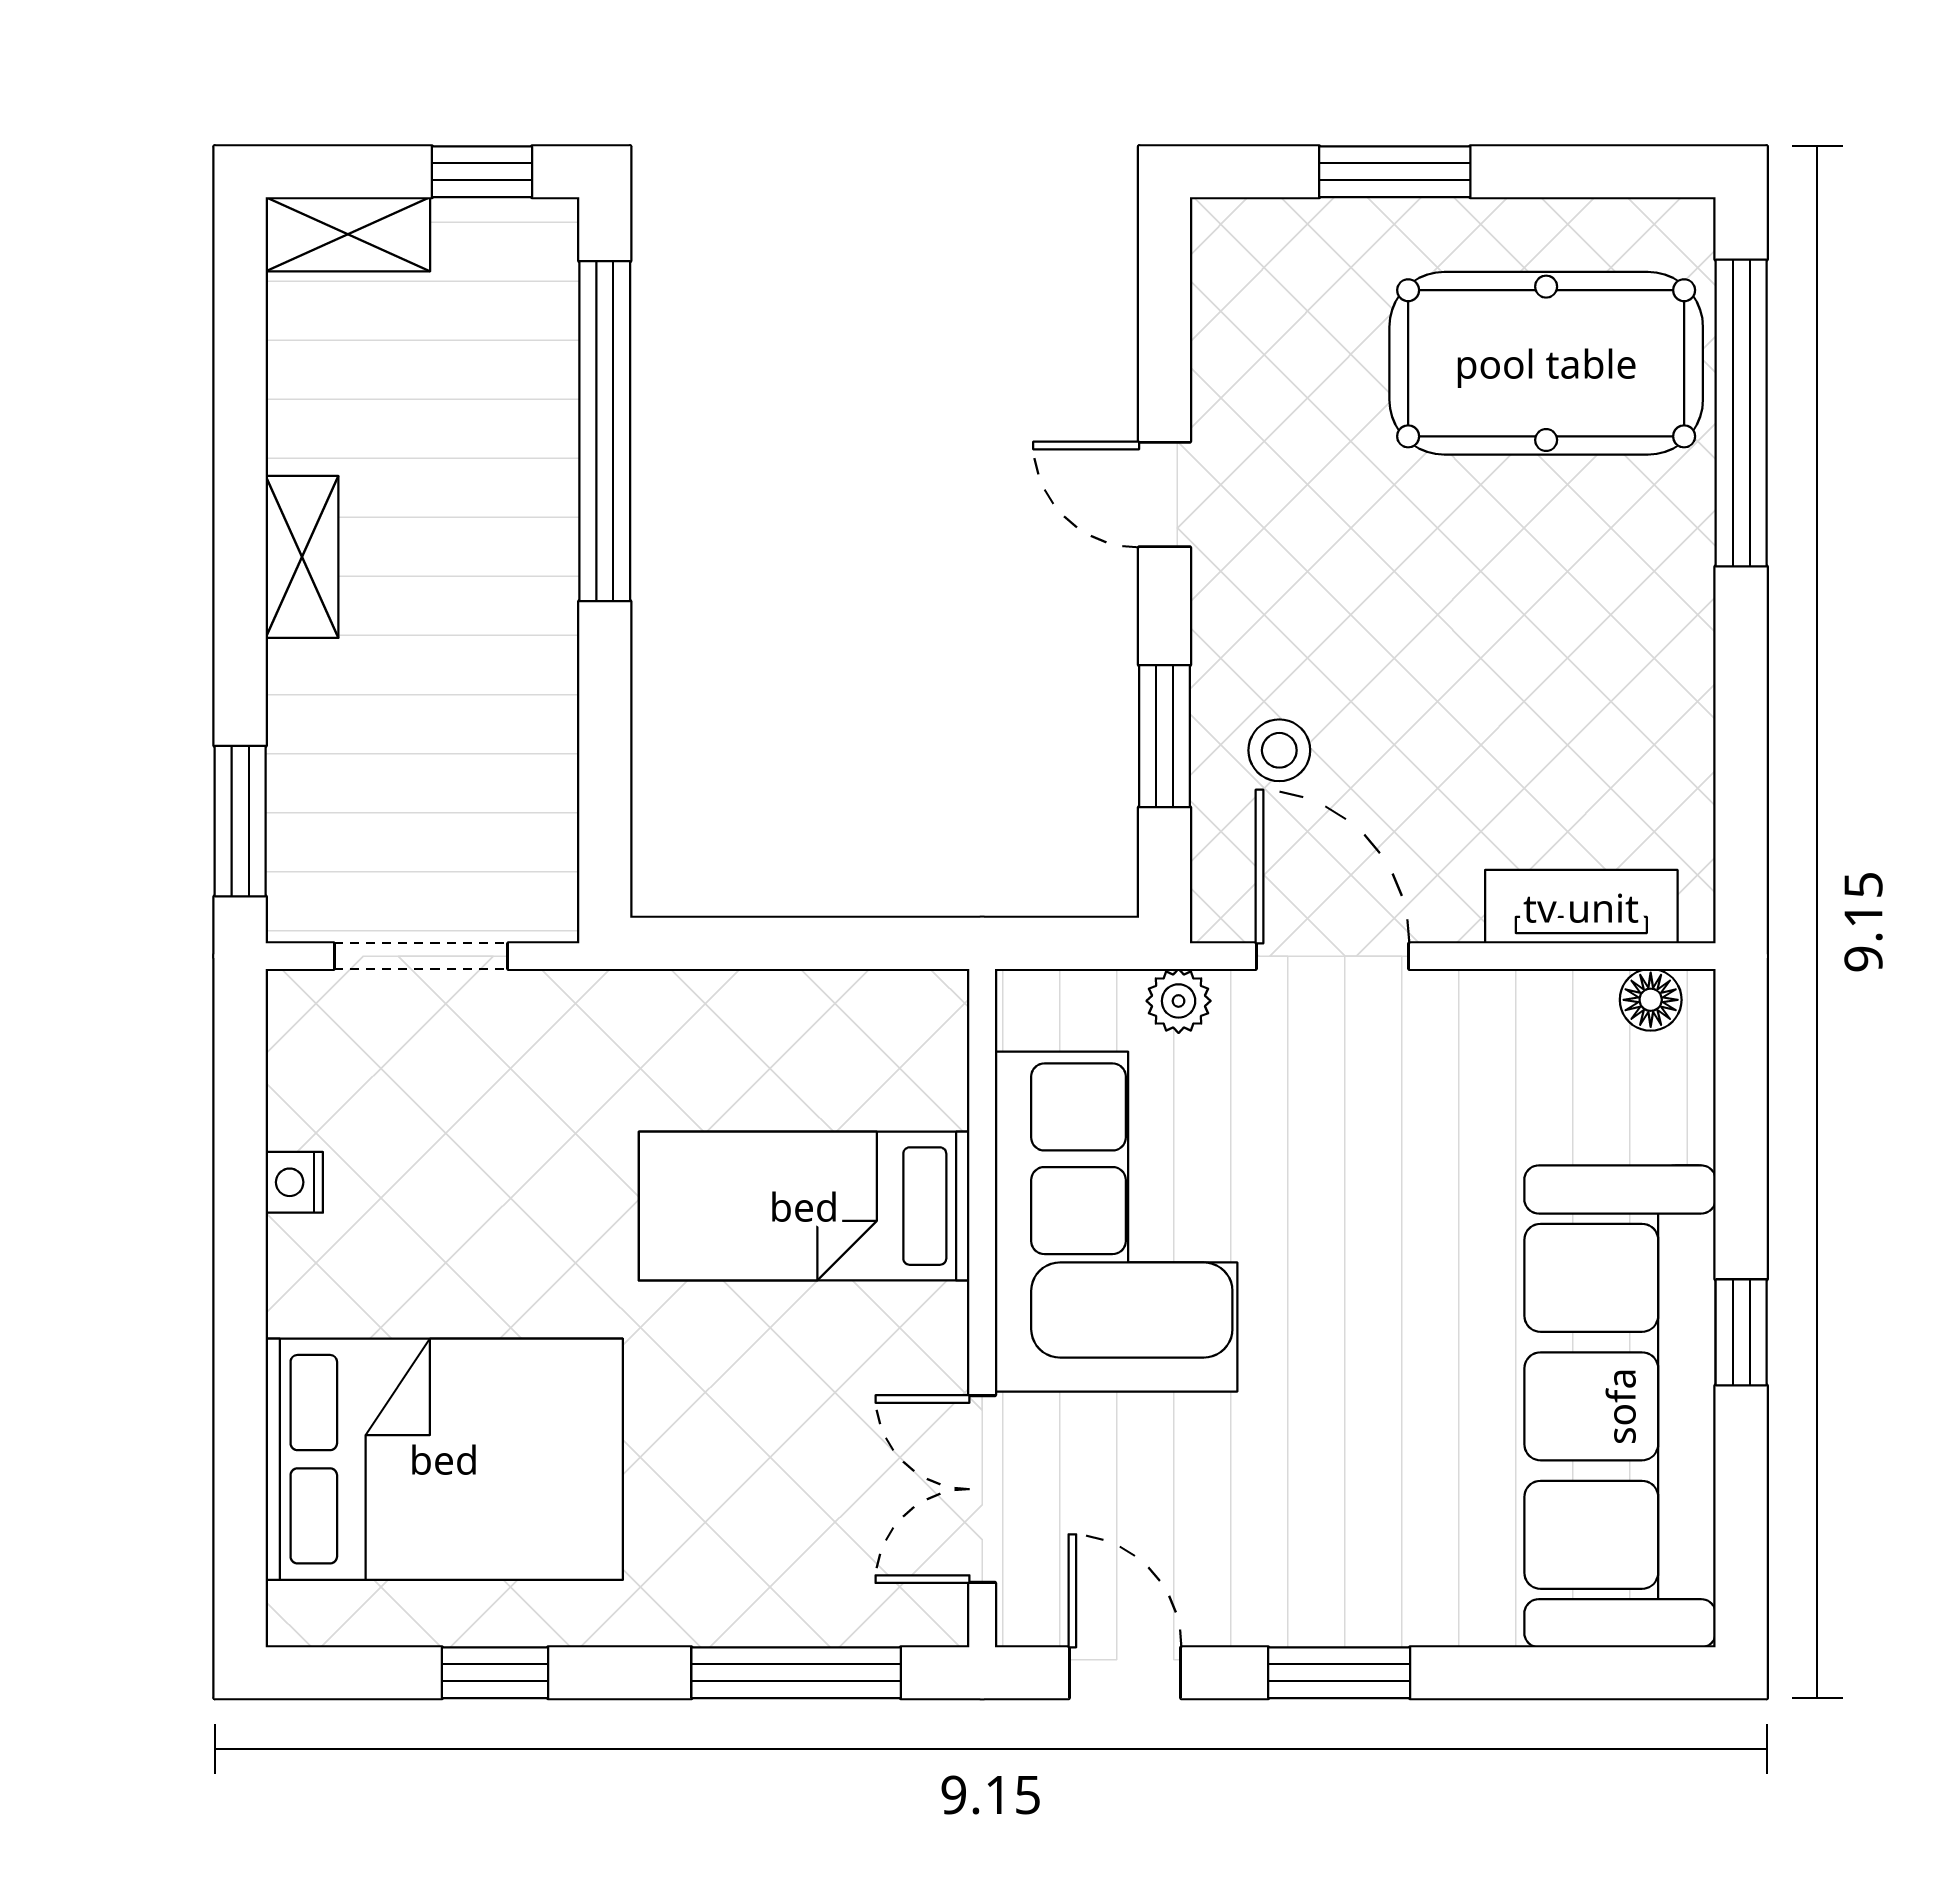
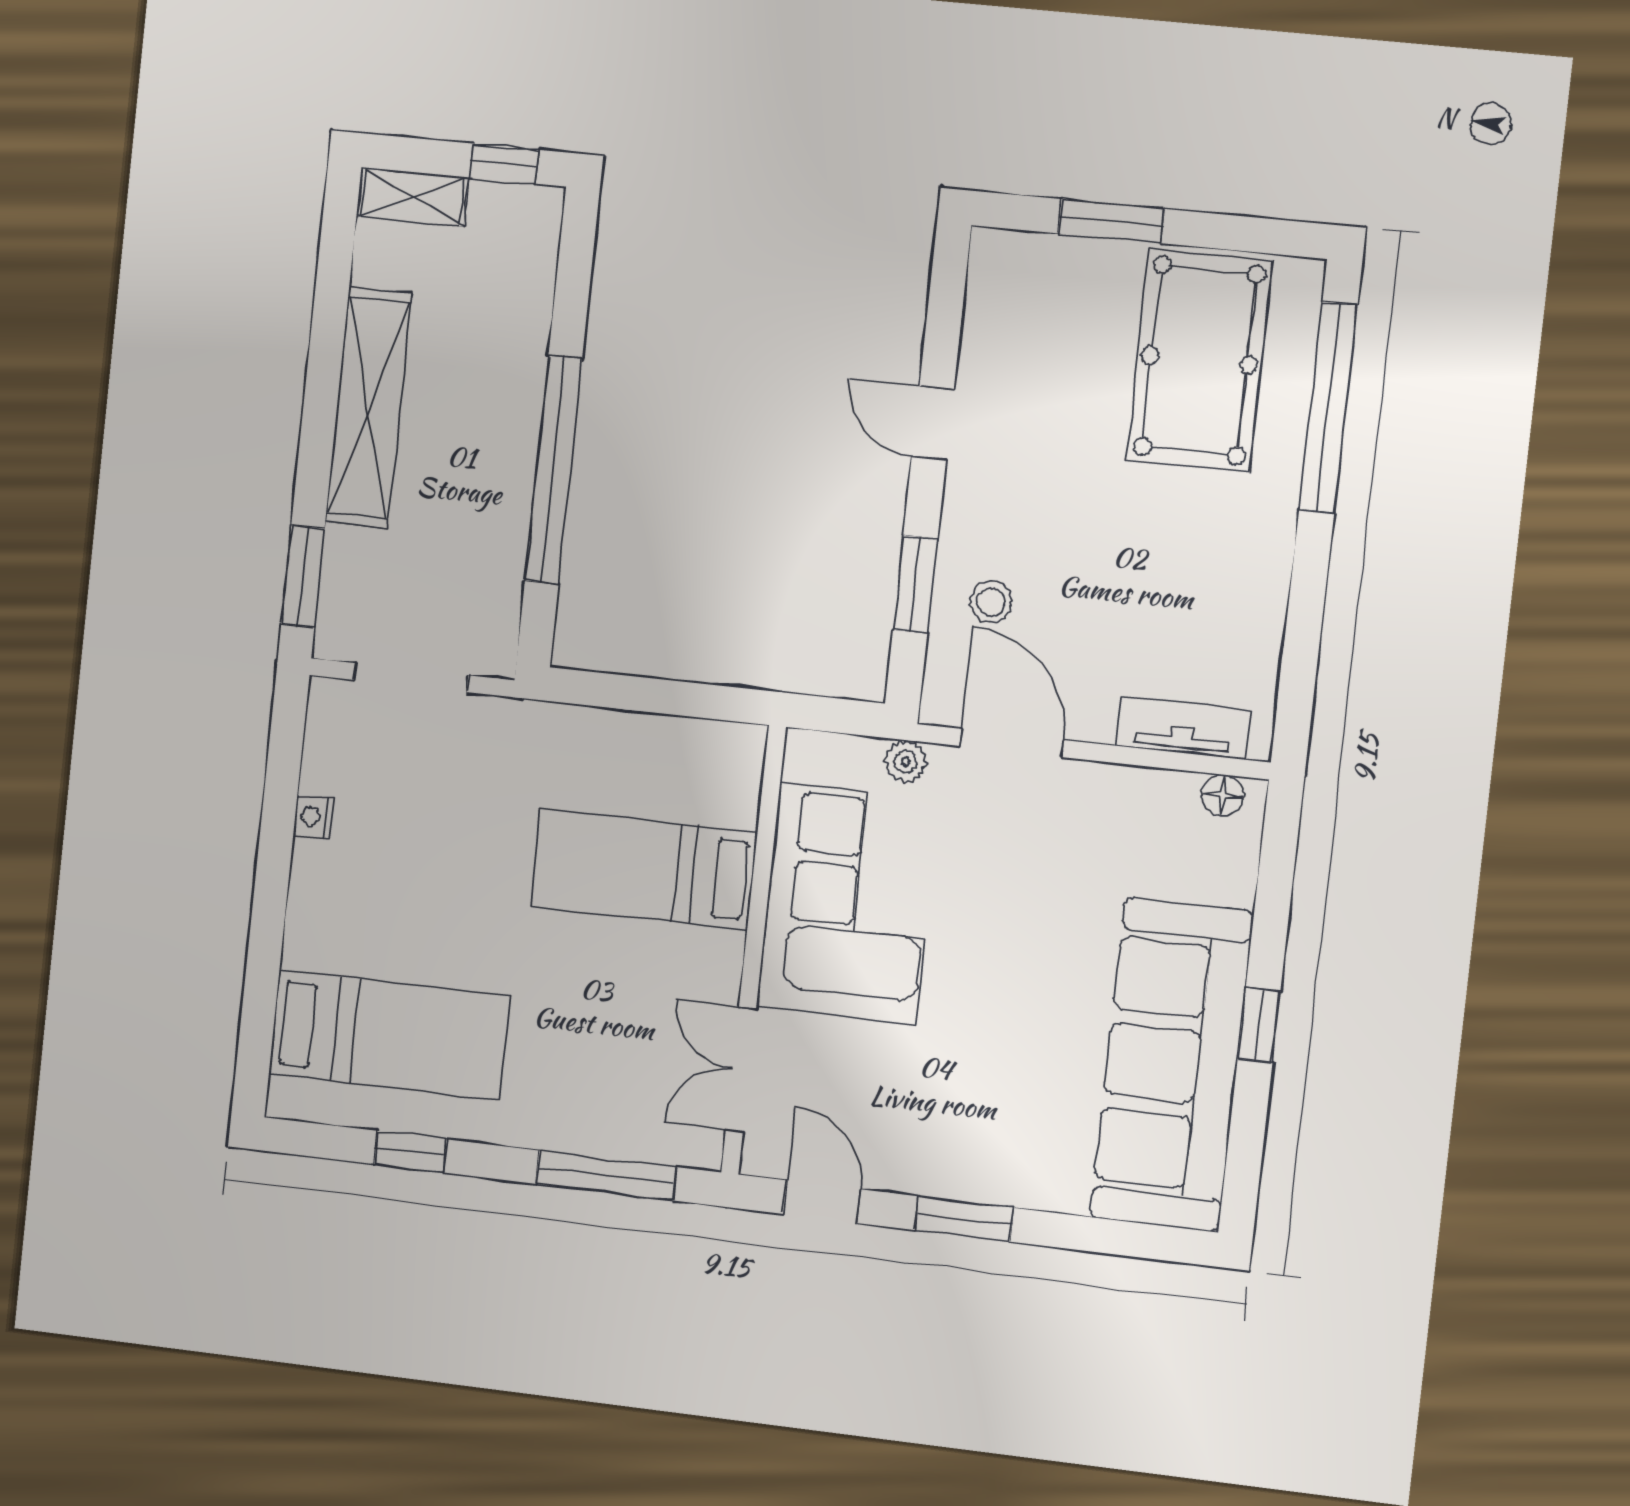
pool table: (1546, 363) -> (1199, 360), turned 90
window: (605, 431) -> (553, 470), moved
shelving: (302, 557) -> (369, 408), width x2.20, depth x1.33
bed: (444, 1459) -> (389, 1035), width x0.67

